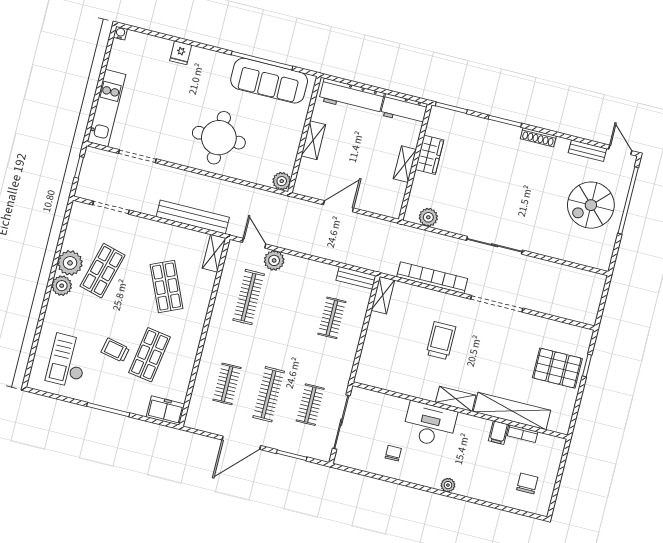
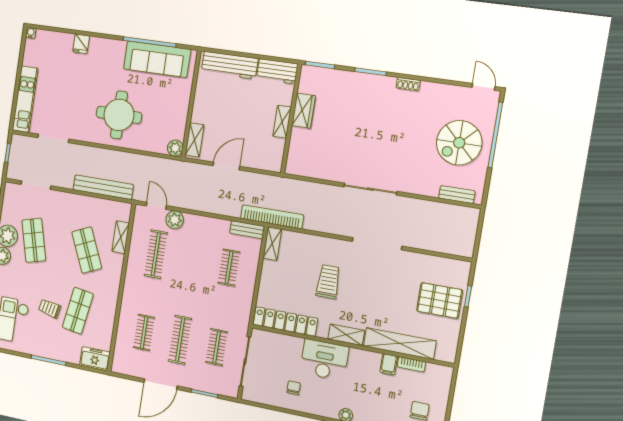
shoe rack: (538, 137) -> (408, 84), width x0.70
shelving: (313, 140) -> (195, 140), moved
bench: (587, 151) -> (457, 195), moved
plant: (428, 217) -> (307, 169), removed
shelving: (214, 253) -> (121, 237), moved
shop shelf: (103, 271) -> (34, 240), turned -30
bookcase: (432, 278) -> (272, 217), moved
locker: (390, 381) -> (285, 321), added

